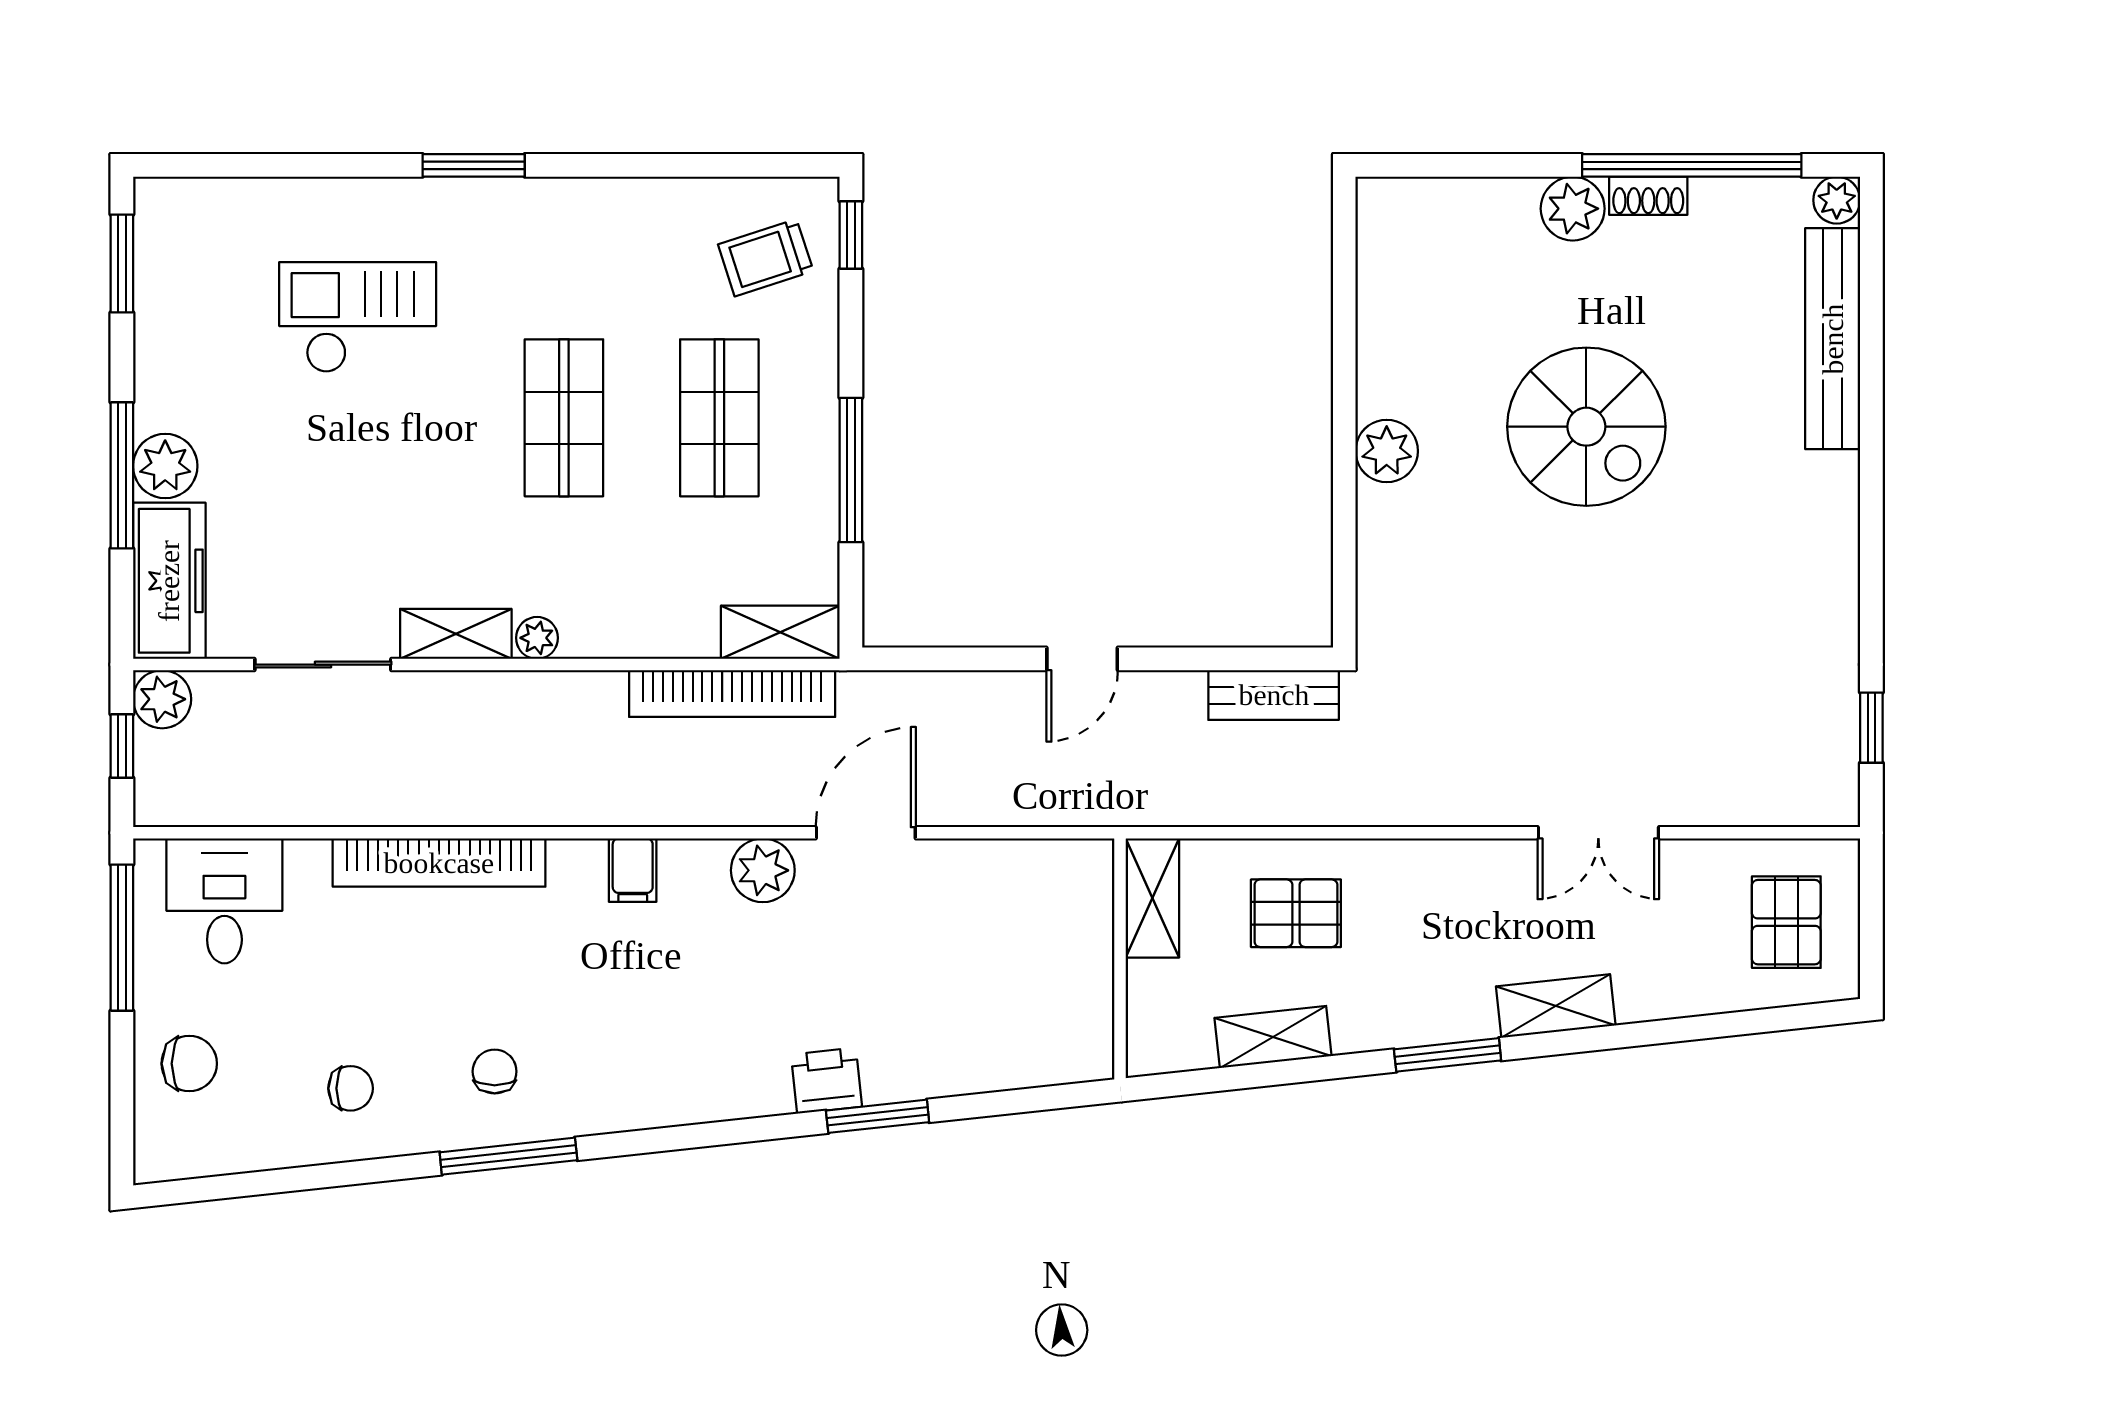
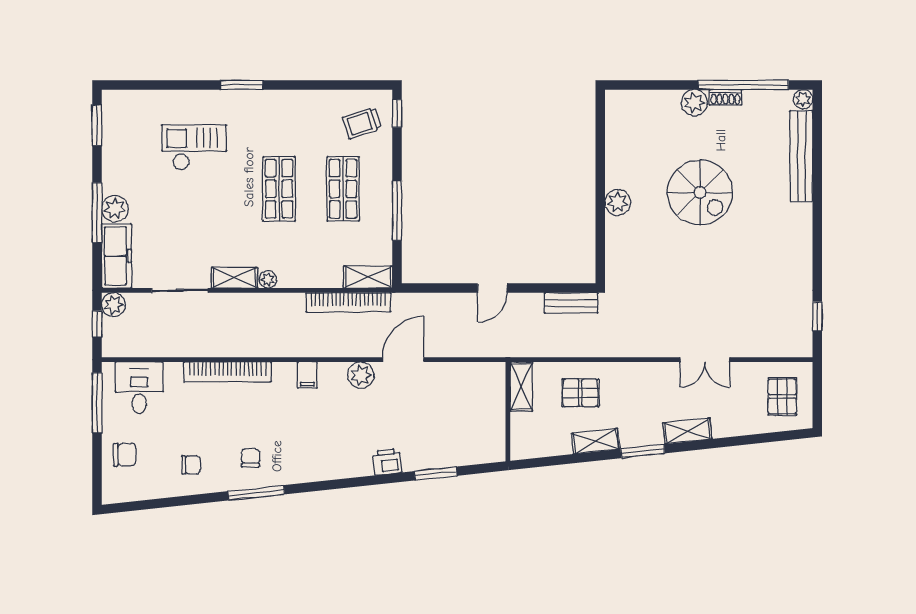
shelving: (1273, 1037) -> (596, 441), moved
window: (878, 1116) -> (436, 473), moved

